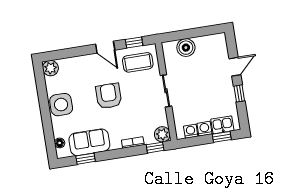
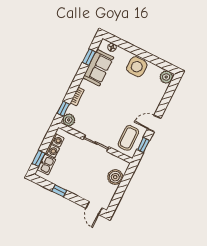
door: (235, 67) -> (94, 208), moved
armchair: (109, 96) -> (120, 103), removed

